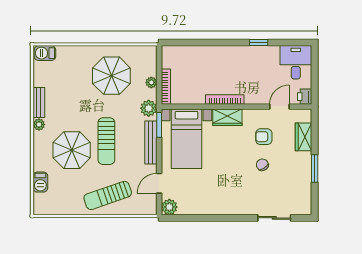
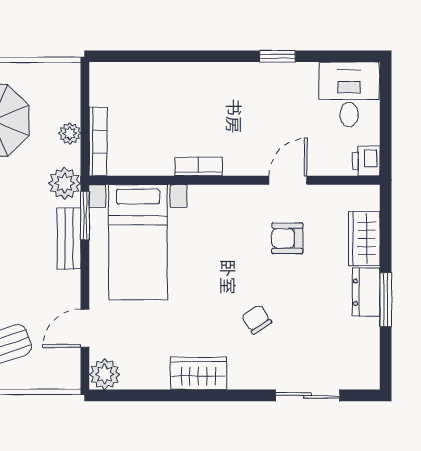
bookcase: (225, 100) -> (199, 167), width x0.64
door: (279, 107) -> (288, 180), moved
wardrobe: (227, 117) -> (198, 373), moved, turned 180
bench: (151, 142) -> (69, 238), width x0.73
chair: (262, 165) -> (257, 319), moved
dresser: (305, 165) -> (366, 292), added

